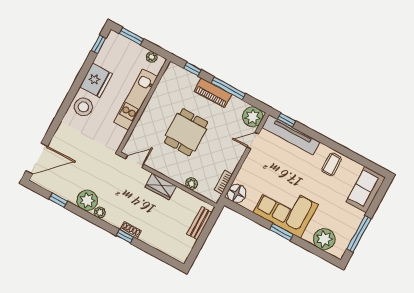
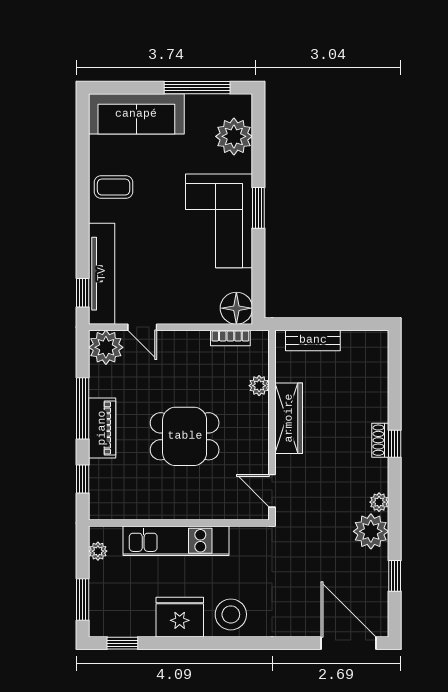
wardrobe: (161, 187) -> (289, 418), width x1.50
sofa: (366, 190) -> (136, 114), width x1.36

